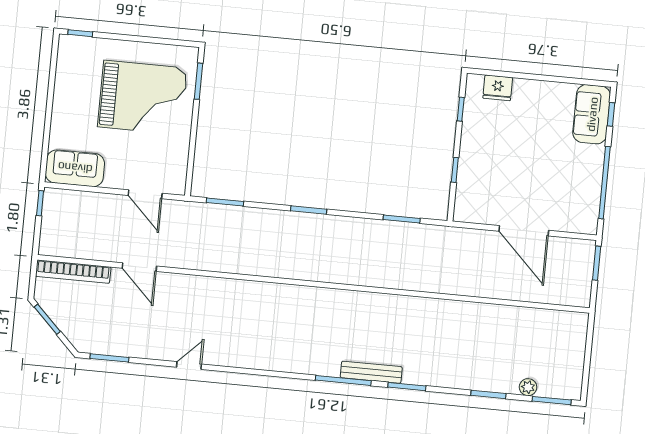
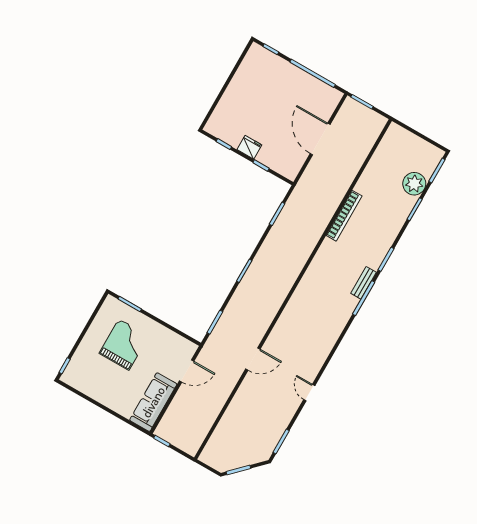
fridge: (498, 88) -> (249, 147), moved, turned -90
grand piano: (142, 97) -> (124, 345), width x0.73, depth x0.68
sofa: (592, 114) -> (265, 62), removed
sofa: (75, 168) -> (153, 402), width x1.36
door: (524, 231) -> (320, 139), swing flipped
door: (139, 267) -> (253, 359), moved
bookcase: (73, 272) -> (344, 216), moved
bench: (371, 372) -> (364, 283), width x0.73
plant: (528, 387) -> (414, 184), width x1.87, depth x1.87

